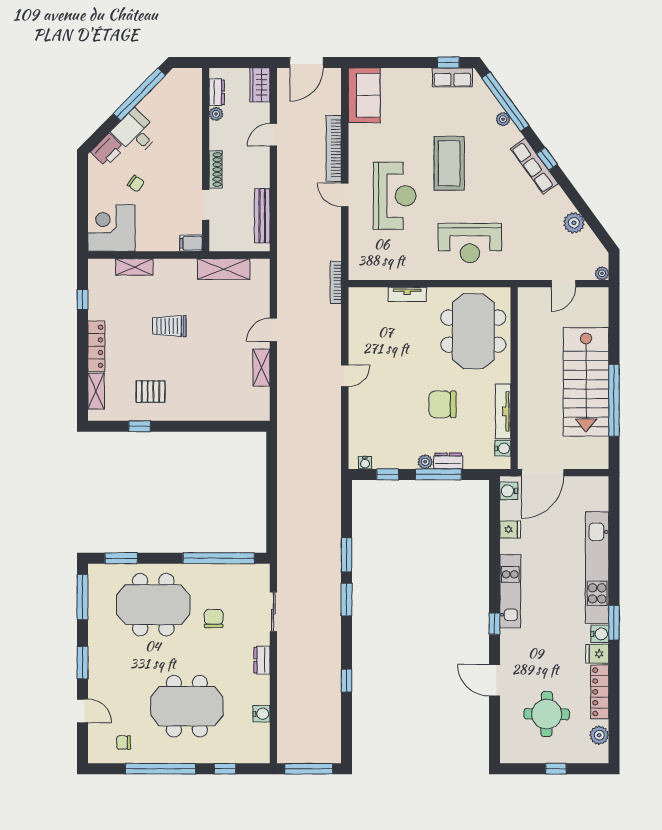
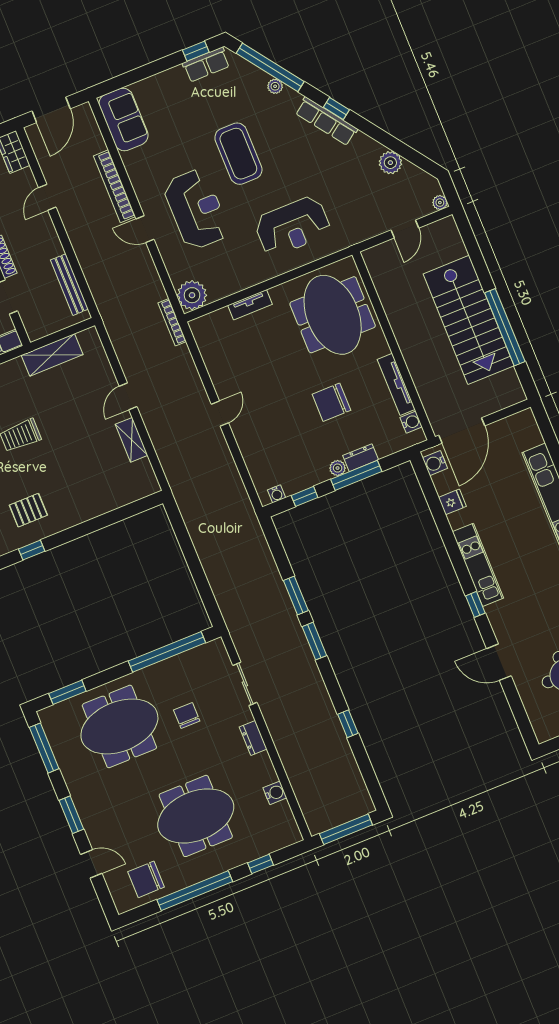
plant: (362, 267) -> (192, 295), added
chair: (123, 743) -> (146, 879), width x1.87, depth x1.87

